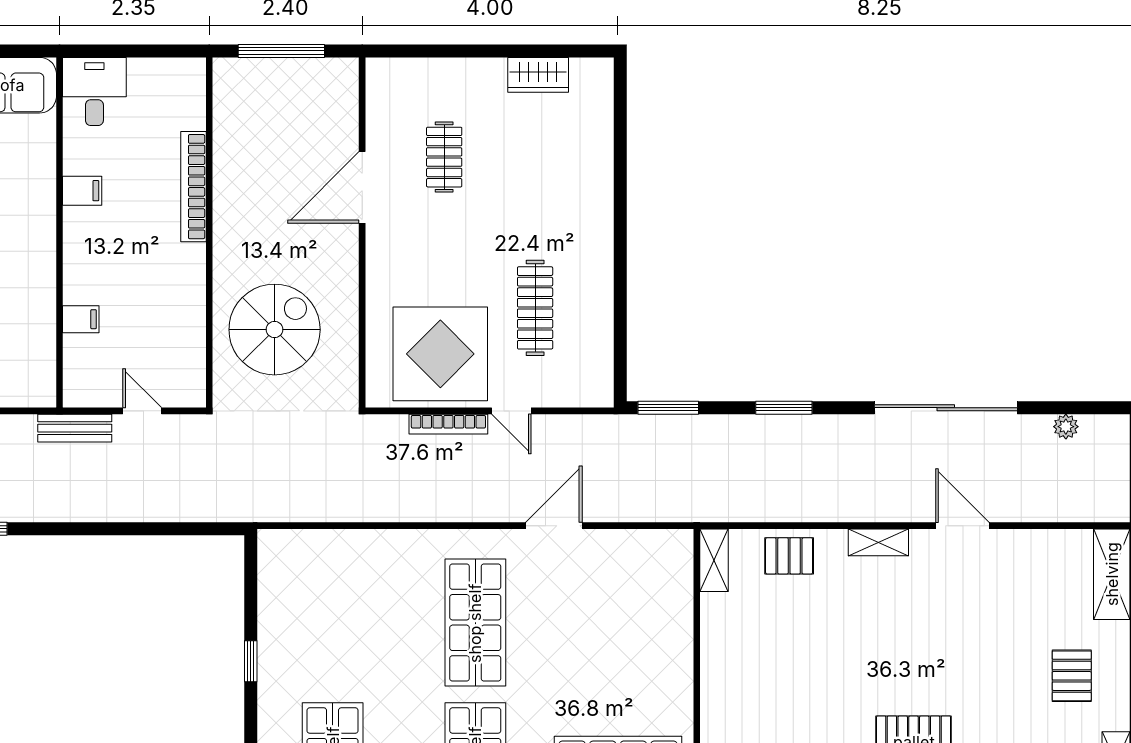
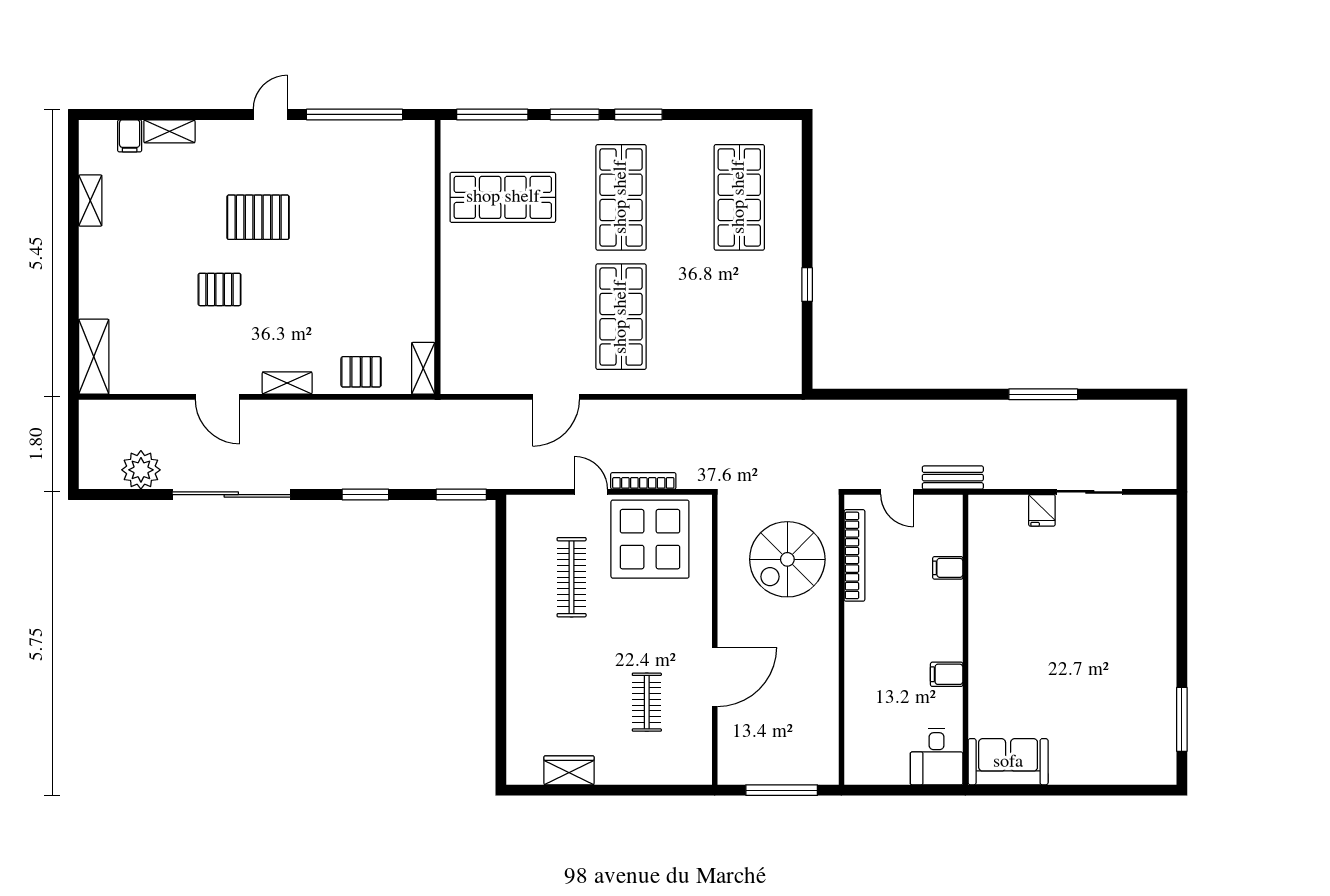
bookcase: (194, 187) -> (854, 555), moved
plant: (1066, 427) -> (141, 470), width x1.88, depth x1.88
pallet: (1072, 676) -> (220, 289), moved, turned 90

